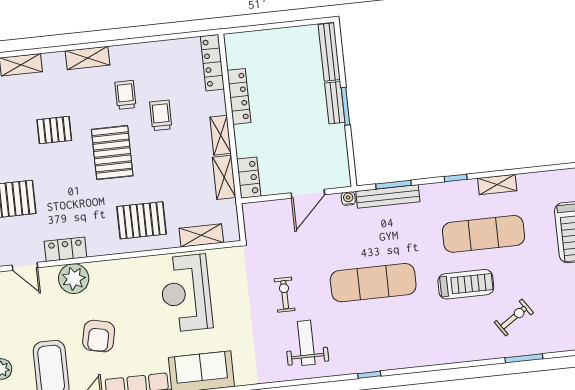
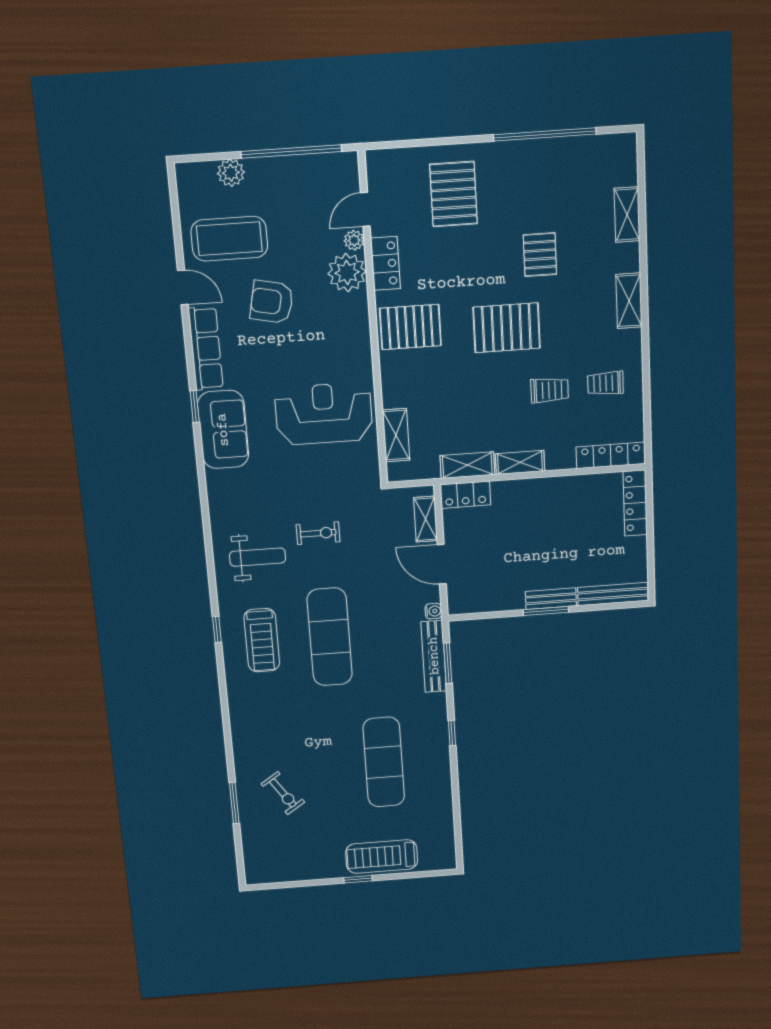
trolley: (125, 95) -> (605, 383), moved, turned 180
locker: (239, 96) -> (635, 503), moved, turned 90
shelving: (497, 184) -> (425, 519), moved
pallet: (142, 220) -> (410, 327), moved, turned 90
plant: (49, 274) -> (354, 240), added
treadmill: (466, 284) -> (262, 640), moved

